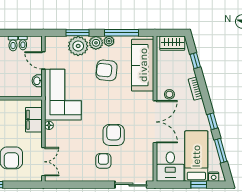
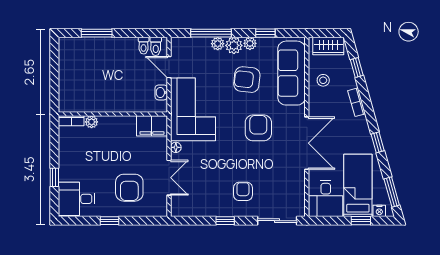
window: (77, 33) -> (211, 33), width x1.44
window: (121, 33) -> (265, 33), width x0.46
toilet: (13, 43) -> (156, 46), moved
plant: (78, 46) -> (218, 44), width x0.53, depth x0.53
stool: (169, 94) -> (323, 80), moved
filing cabinet: (34, 120) -> (152, 126), moved, turned -90
armchair: (114, 135) -> (258, 128), moved
window: (221, 151) -> (392, 192), moved
double door: (43, 162) -> (169, 178), moved
window: (89, 185) -> (225, 221), added

